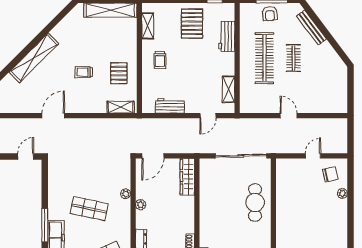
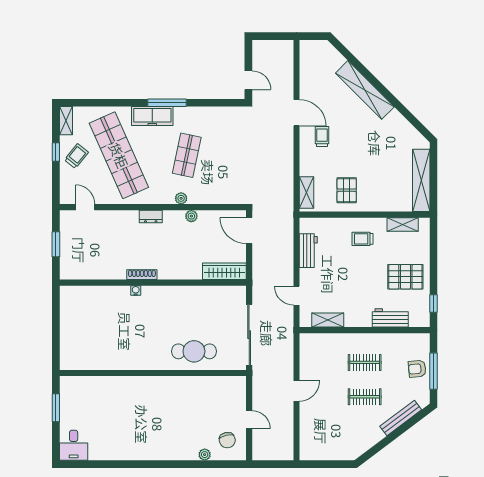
clothes rail: (264, 58) -> (365, 362), width x0.54, depth x0.76
trolley: (84, 72) -> (322, 137), moved
pallet: (119, 73) -> (347, 190), turned 90
plant: (126, 194) -> (181, 198), moved

